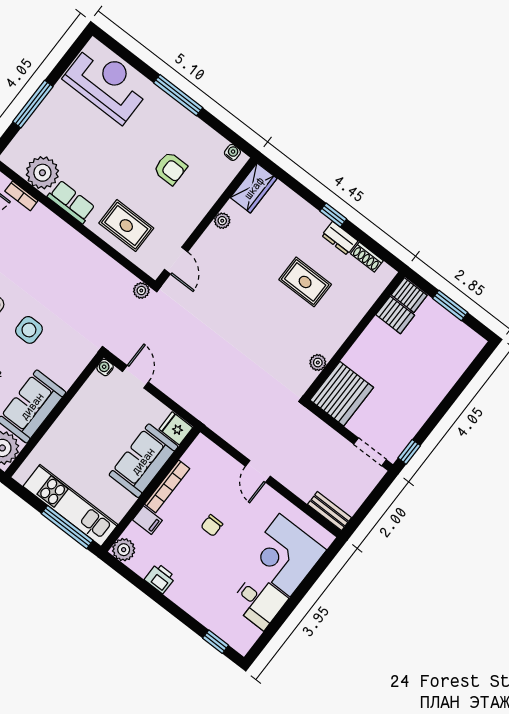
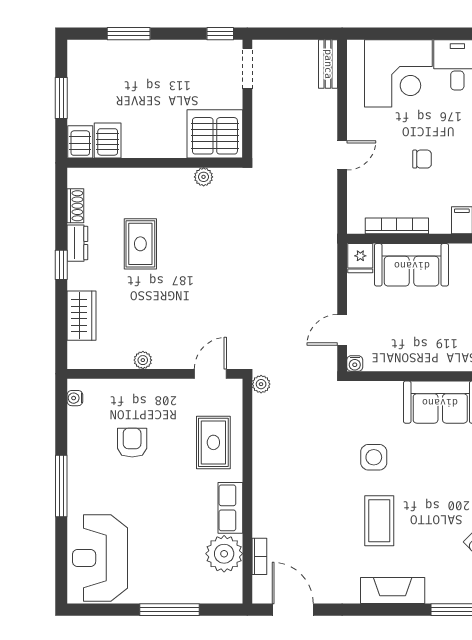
wardrobe: (254, 188) -> (82, 316), moved, turned 90
window: (459, 388) -> (129, 34), added
bookcase: (167, 486) -> (397, 226), moved

